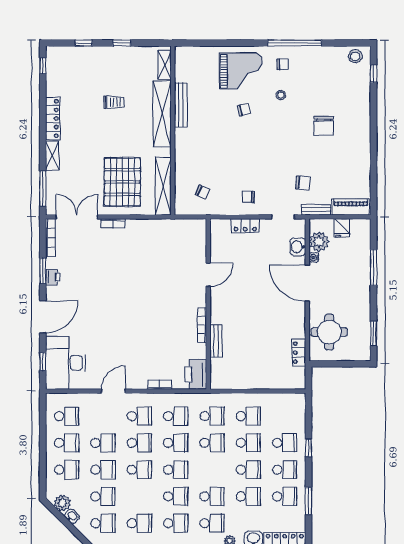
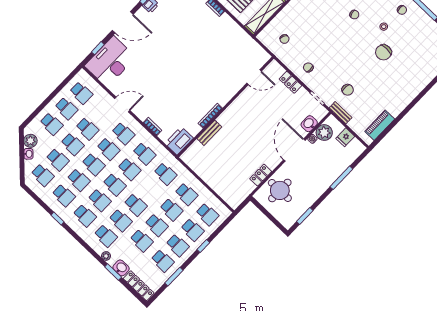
chair: (324, 126) -> (383, 52), moved
piano: (351, 207) -> (380, 125), moved, turned -90
door: (208, 275) -> (254, 77), moved
locker: (299, 353) -> (261, 175), moved
school desk: (285, 416) -> (207, 214), added
school desk: (212, 443) -> (135, 205), moved
school desk: (139, 496) -> (79, 180), added

